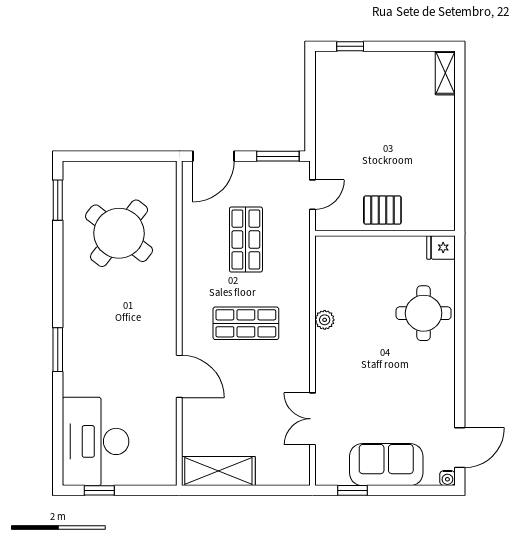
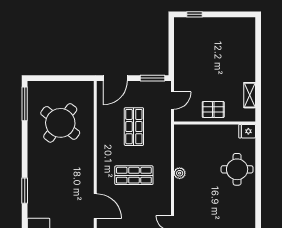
shelving: (445, 73) -> (250, 95), moved
window: (58, 200) -> (25, 104), width x1.44

